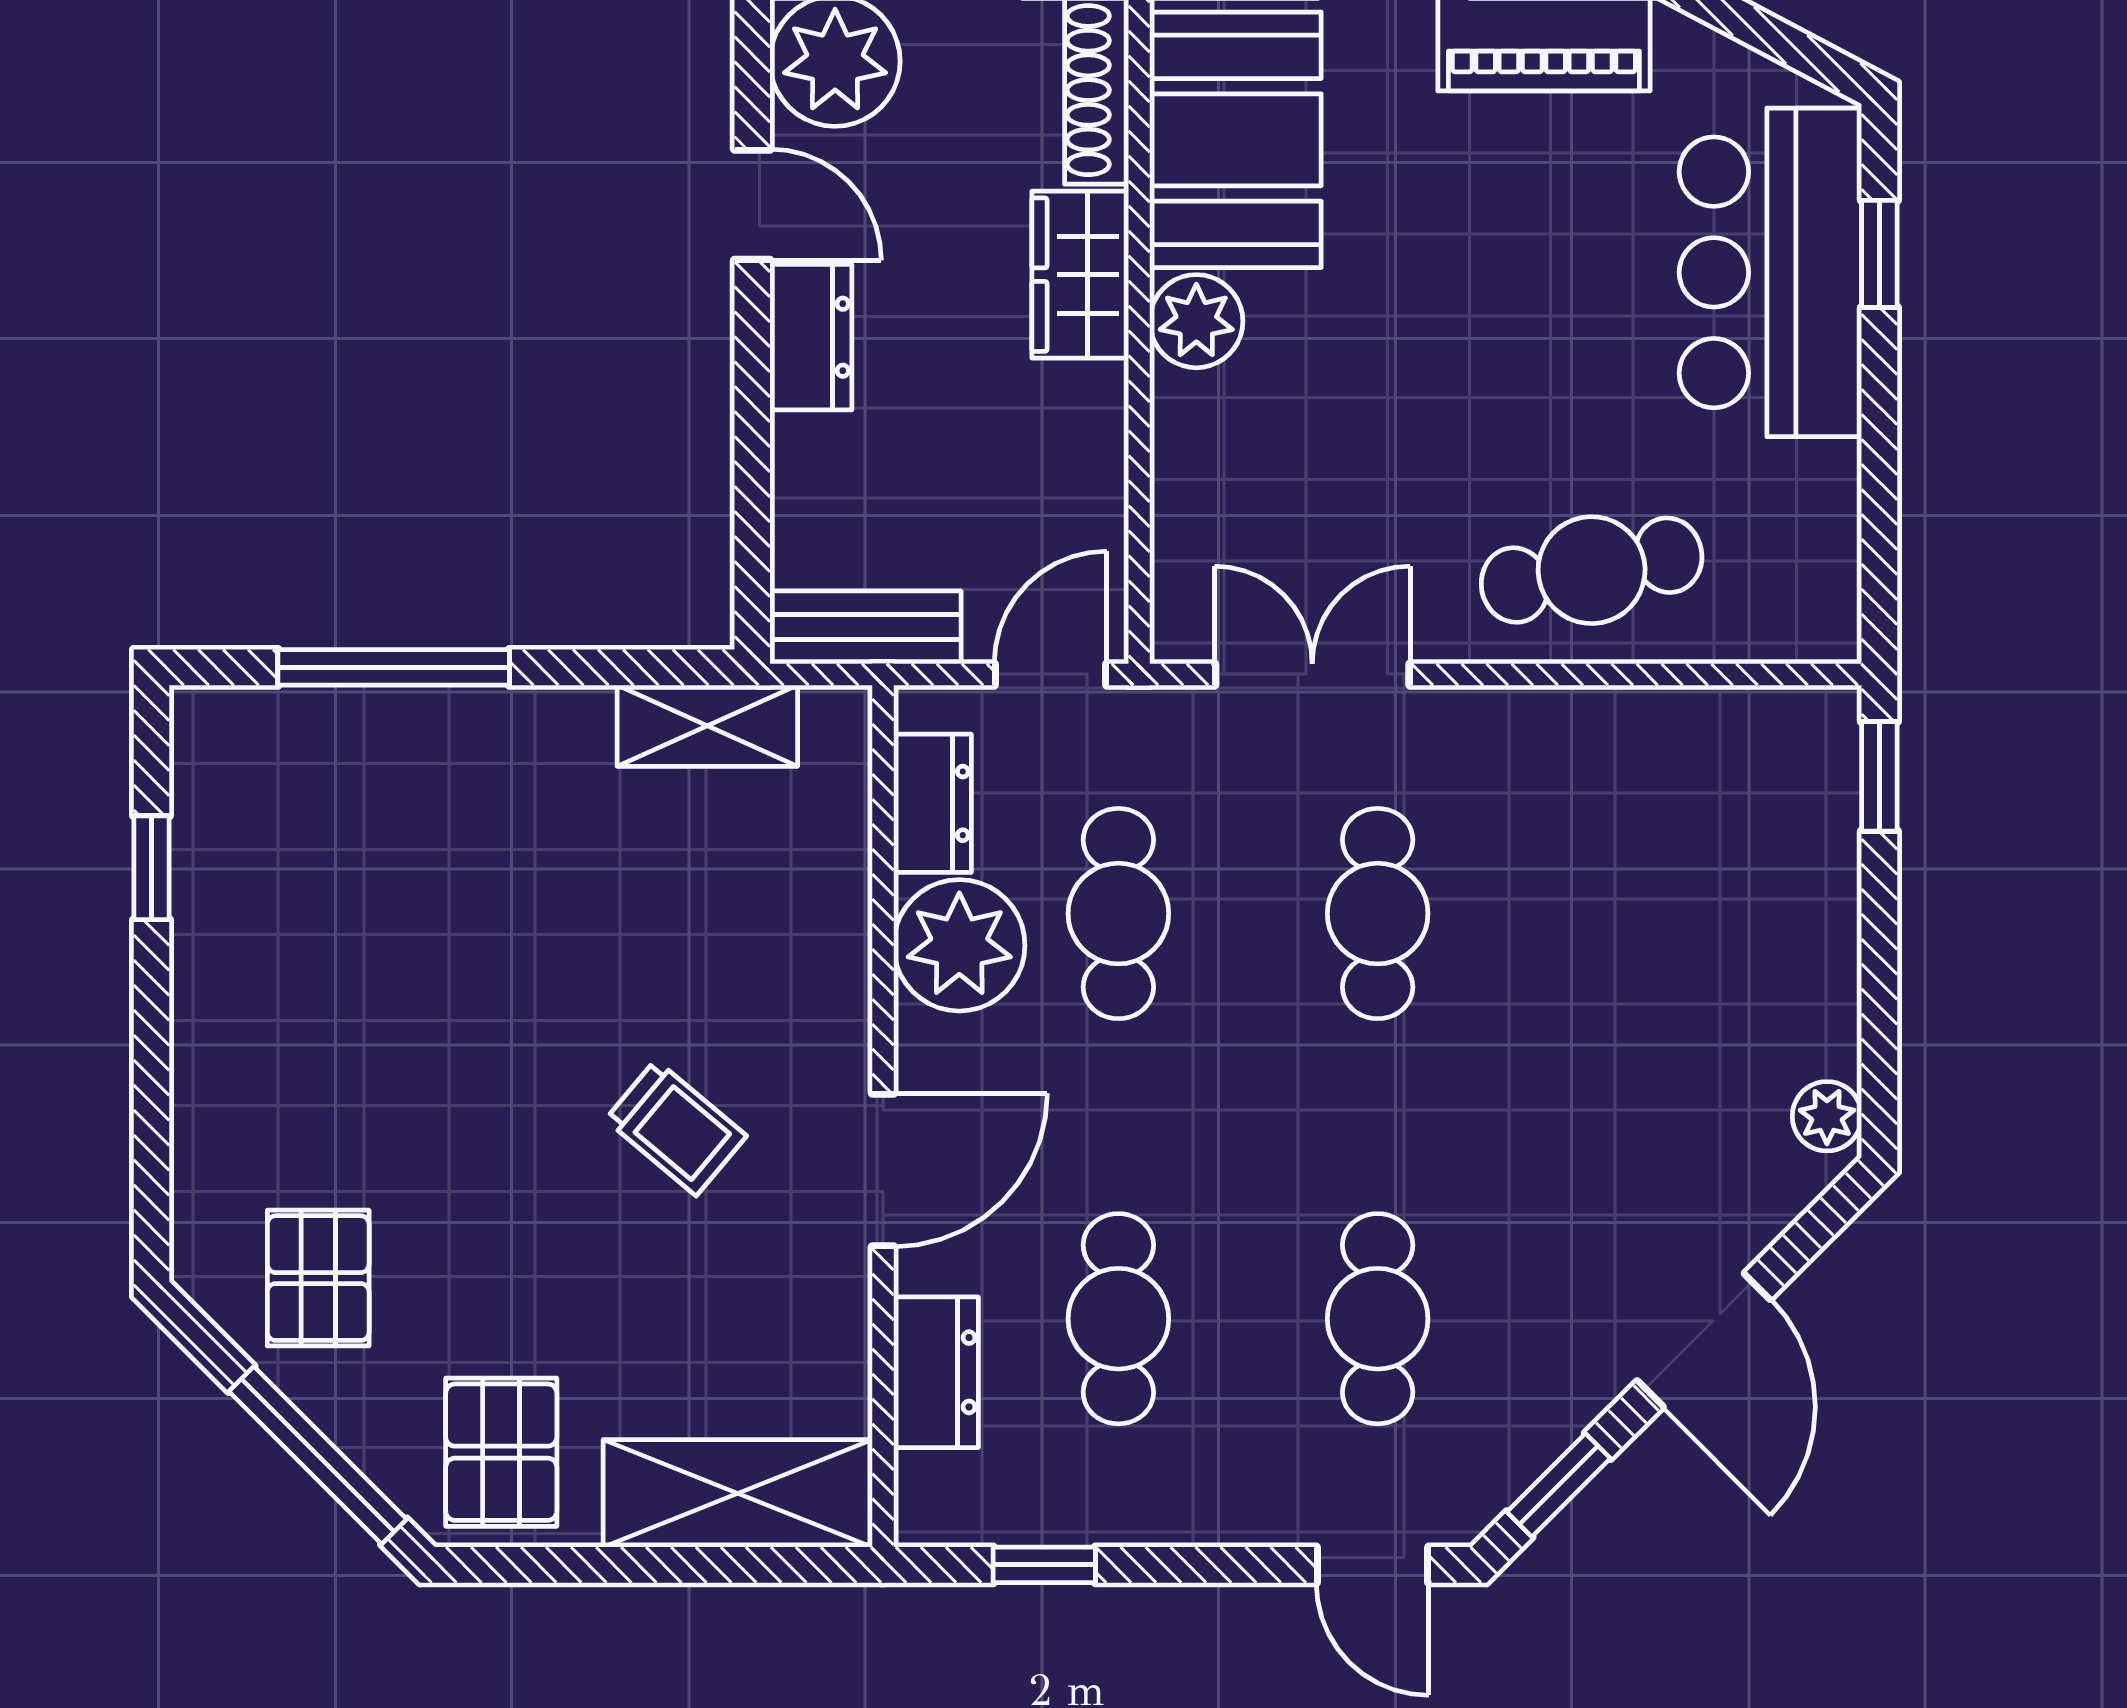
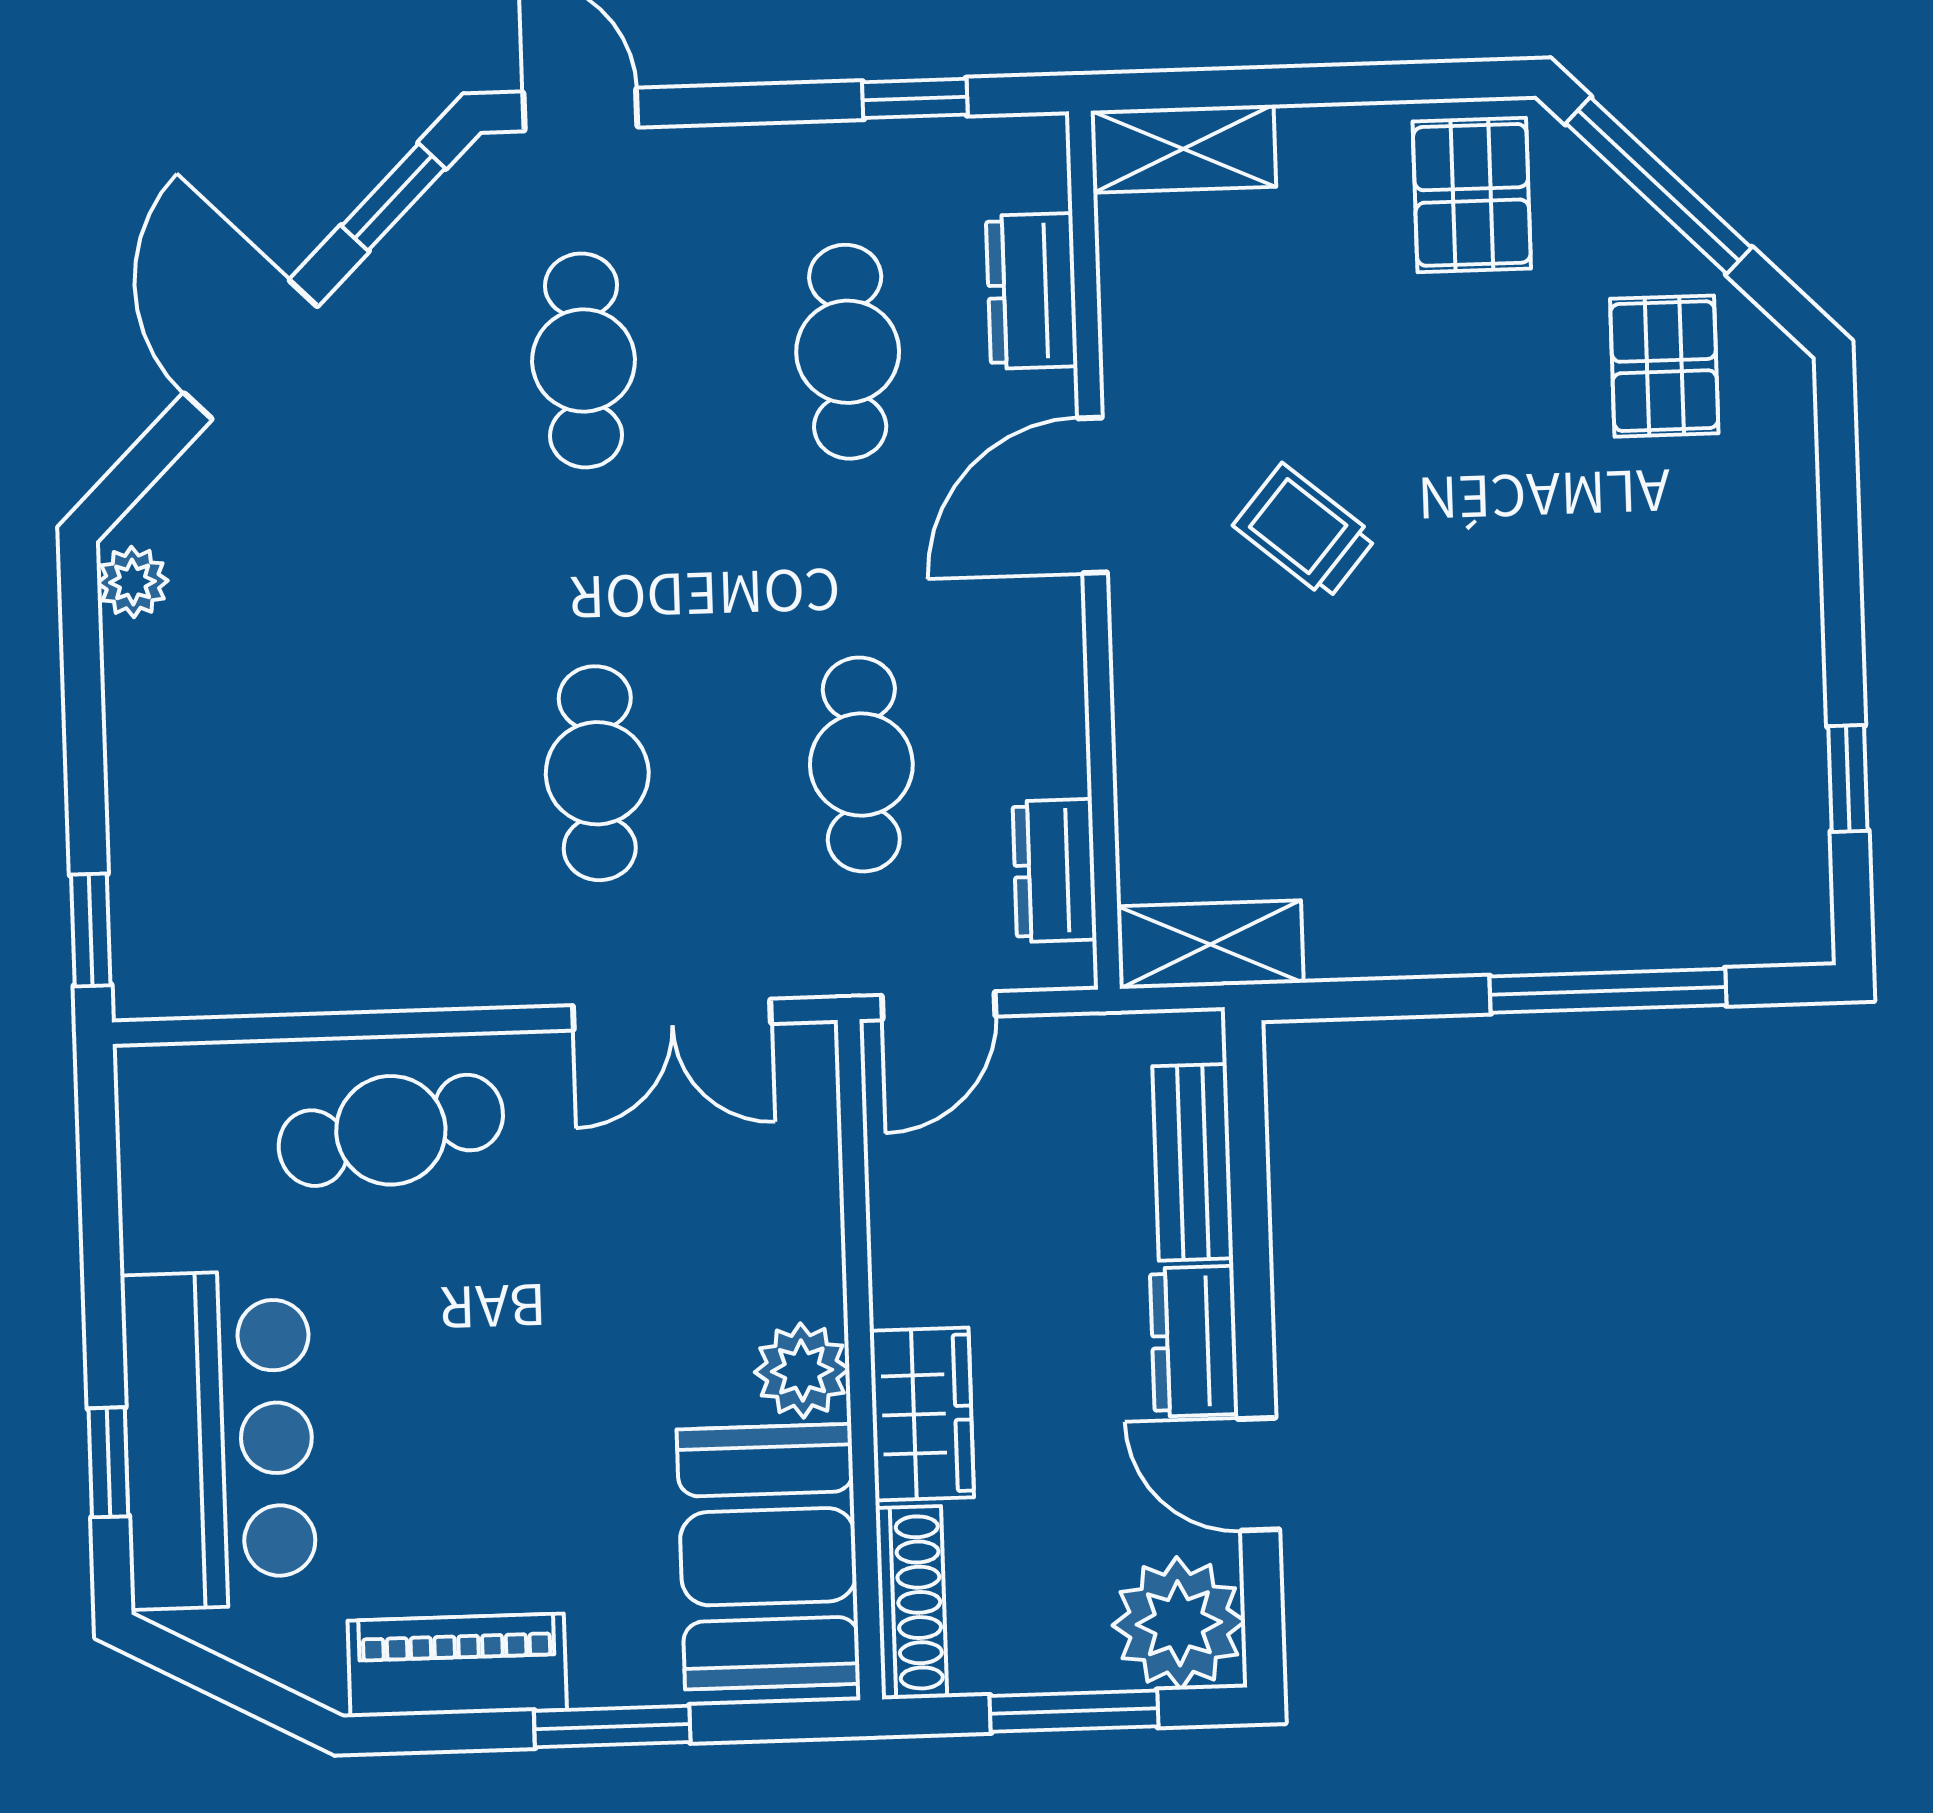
bench: (865, 627) -> (1193, 1162), moved, turned 90
shelving: (707, 726) -> (1210, 945), moved
plant: (959, 945) -> (1022, 727), removed
shelving: (738, 1493) -> (1183, 149), width x0.67, depth x0.75

